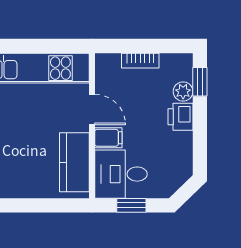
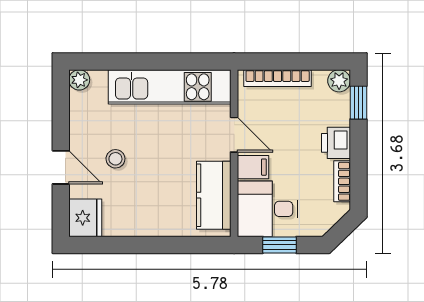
bookcase: (140, 61) -> (278, 78), width x1.56
plant: (183, 92) -> (339, 81), moved
bookcase: (186, 150) -> (342, 181), added

